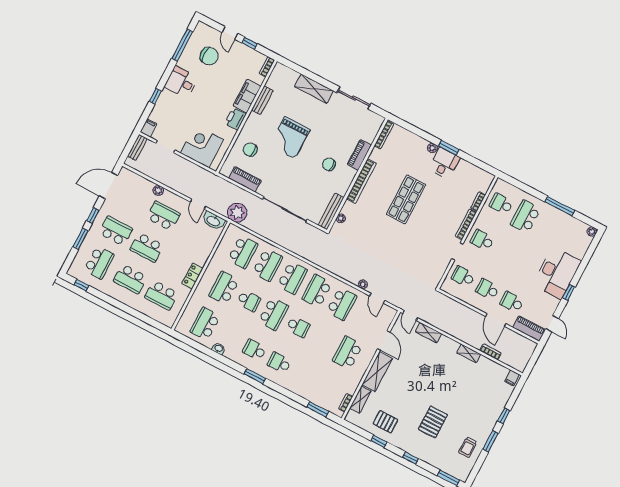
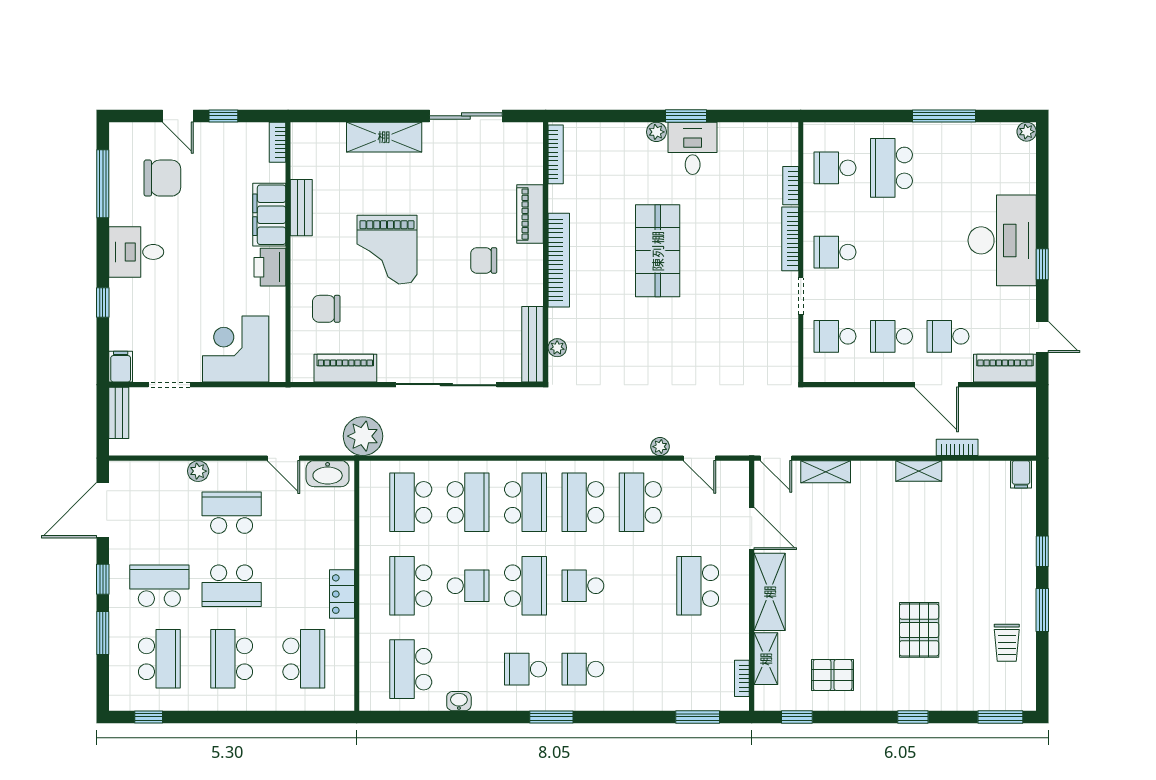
school desk: (243, 252) -> (411, 502), turned 180
school desk: (130, 279) -> (232, 659), turned 90
school desk: (161, 295) -> (304, 659), turned -90
school desk: (342, 304) -> (640, 502), turned 180
school desk: (298, 327) -> (583, 586), turned 180
window: (379, 441) -> (797, 717), moved

